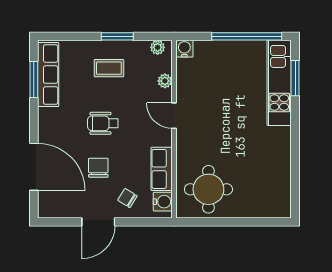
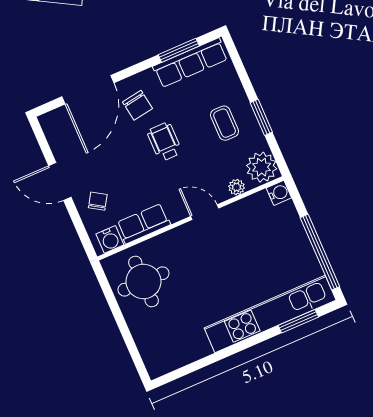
plant: (158, 47) -> (262, 167), width x1.88, depth x1.88
kitchen unit: (279, 83) -> (270, 314), width x1.36
door: (174, 116) -> (205, 212), hinge flipped
chair: (98, 168) -> (138, 105), moved, turned 81

